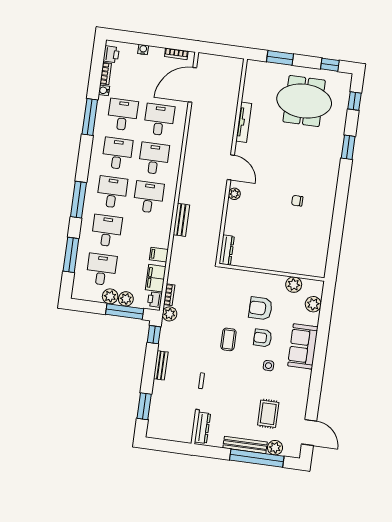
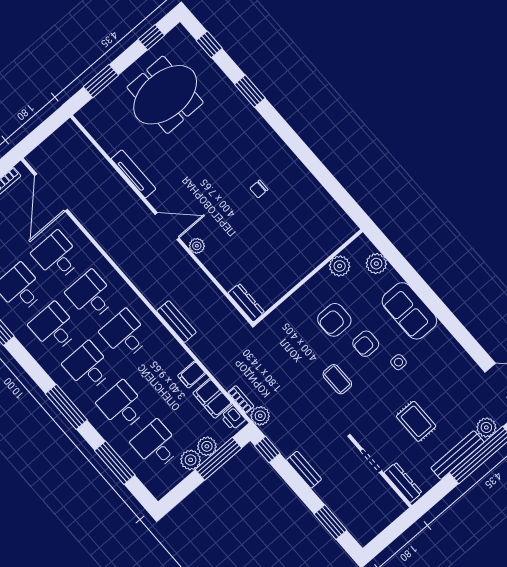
rug: (268, 414) -> (416, 421), moved

